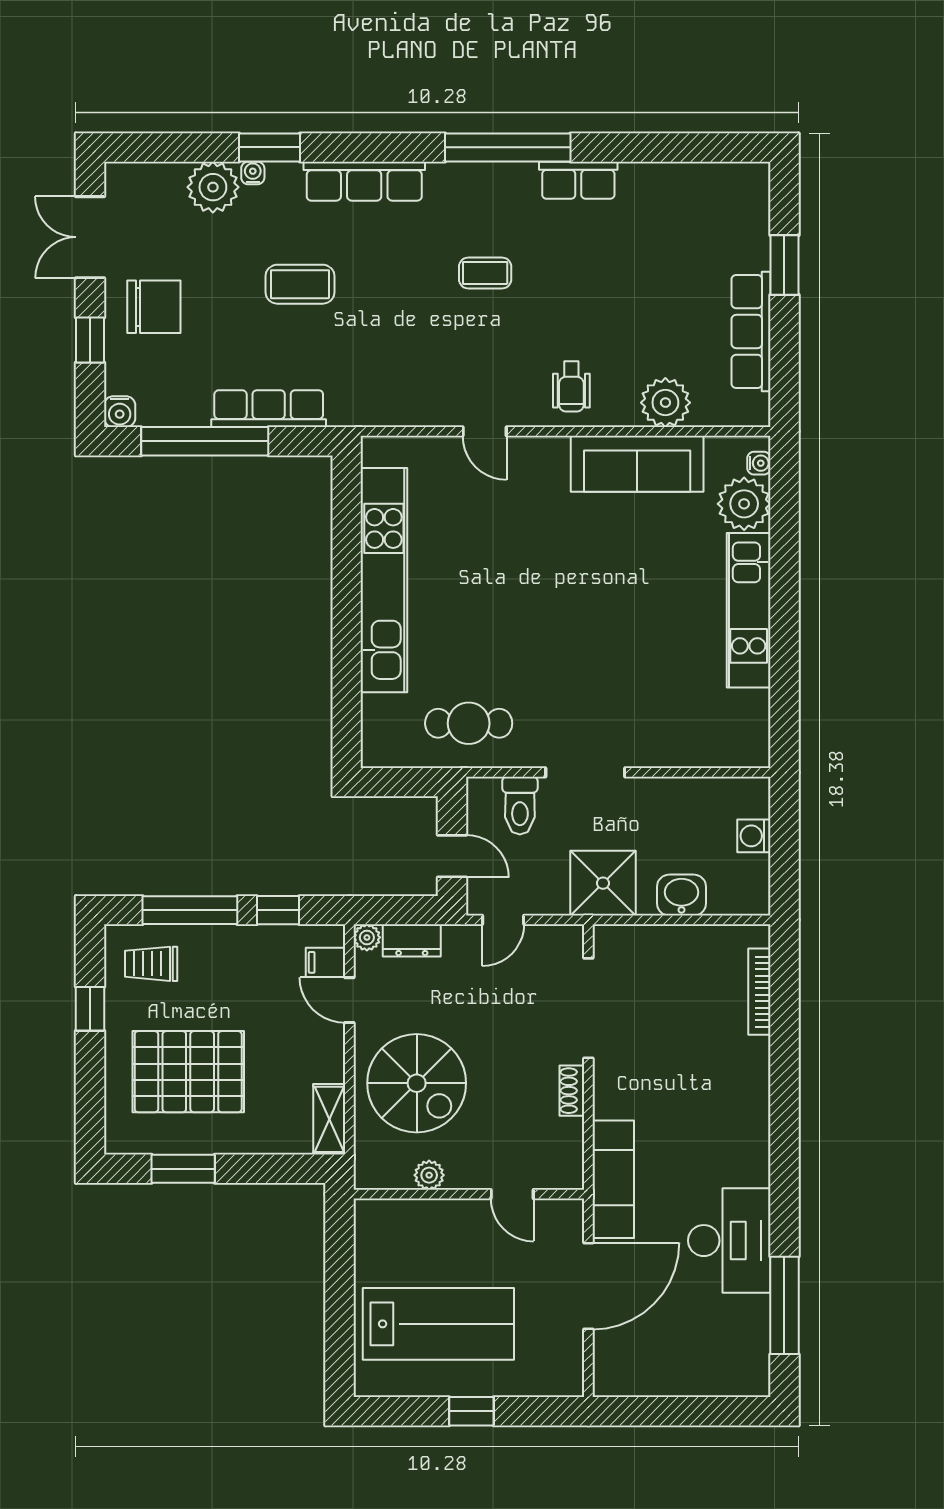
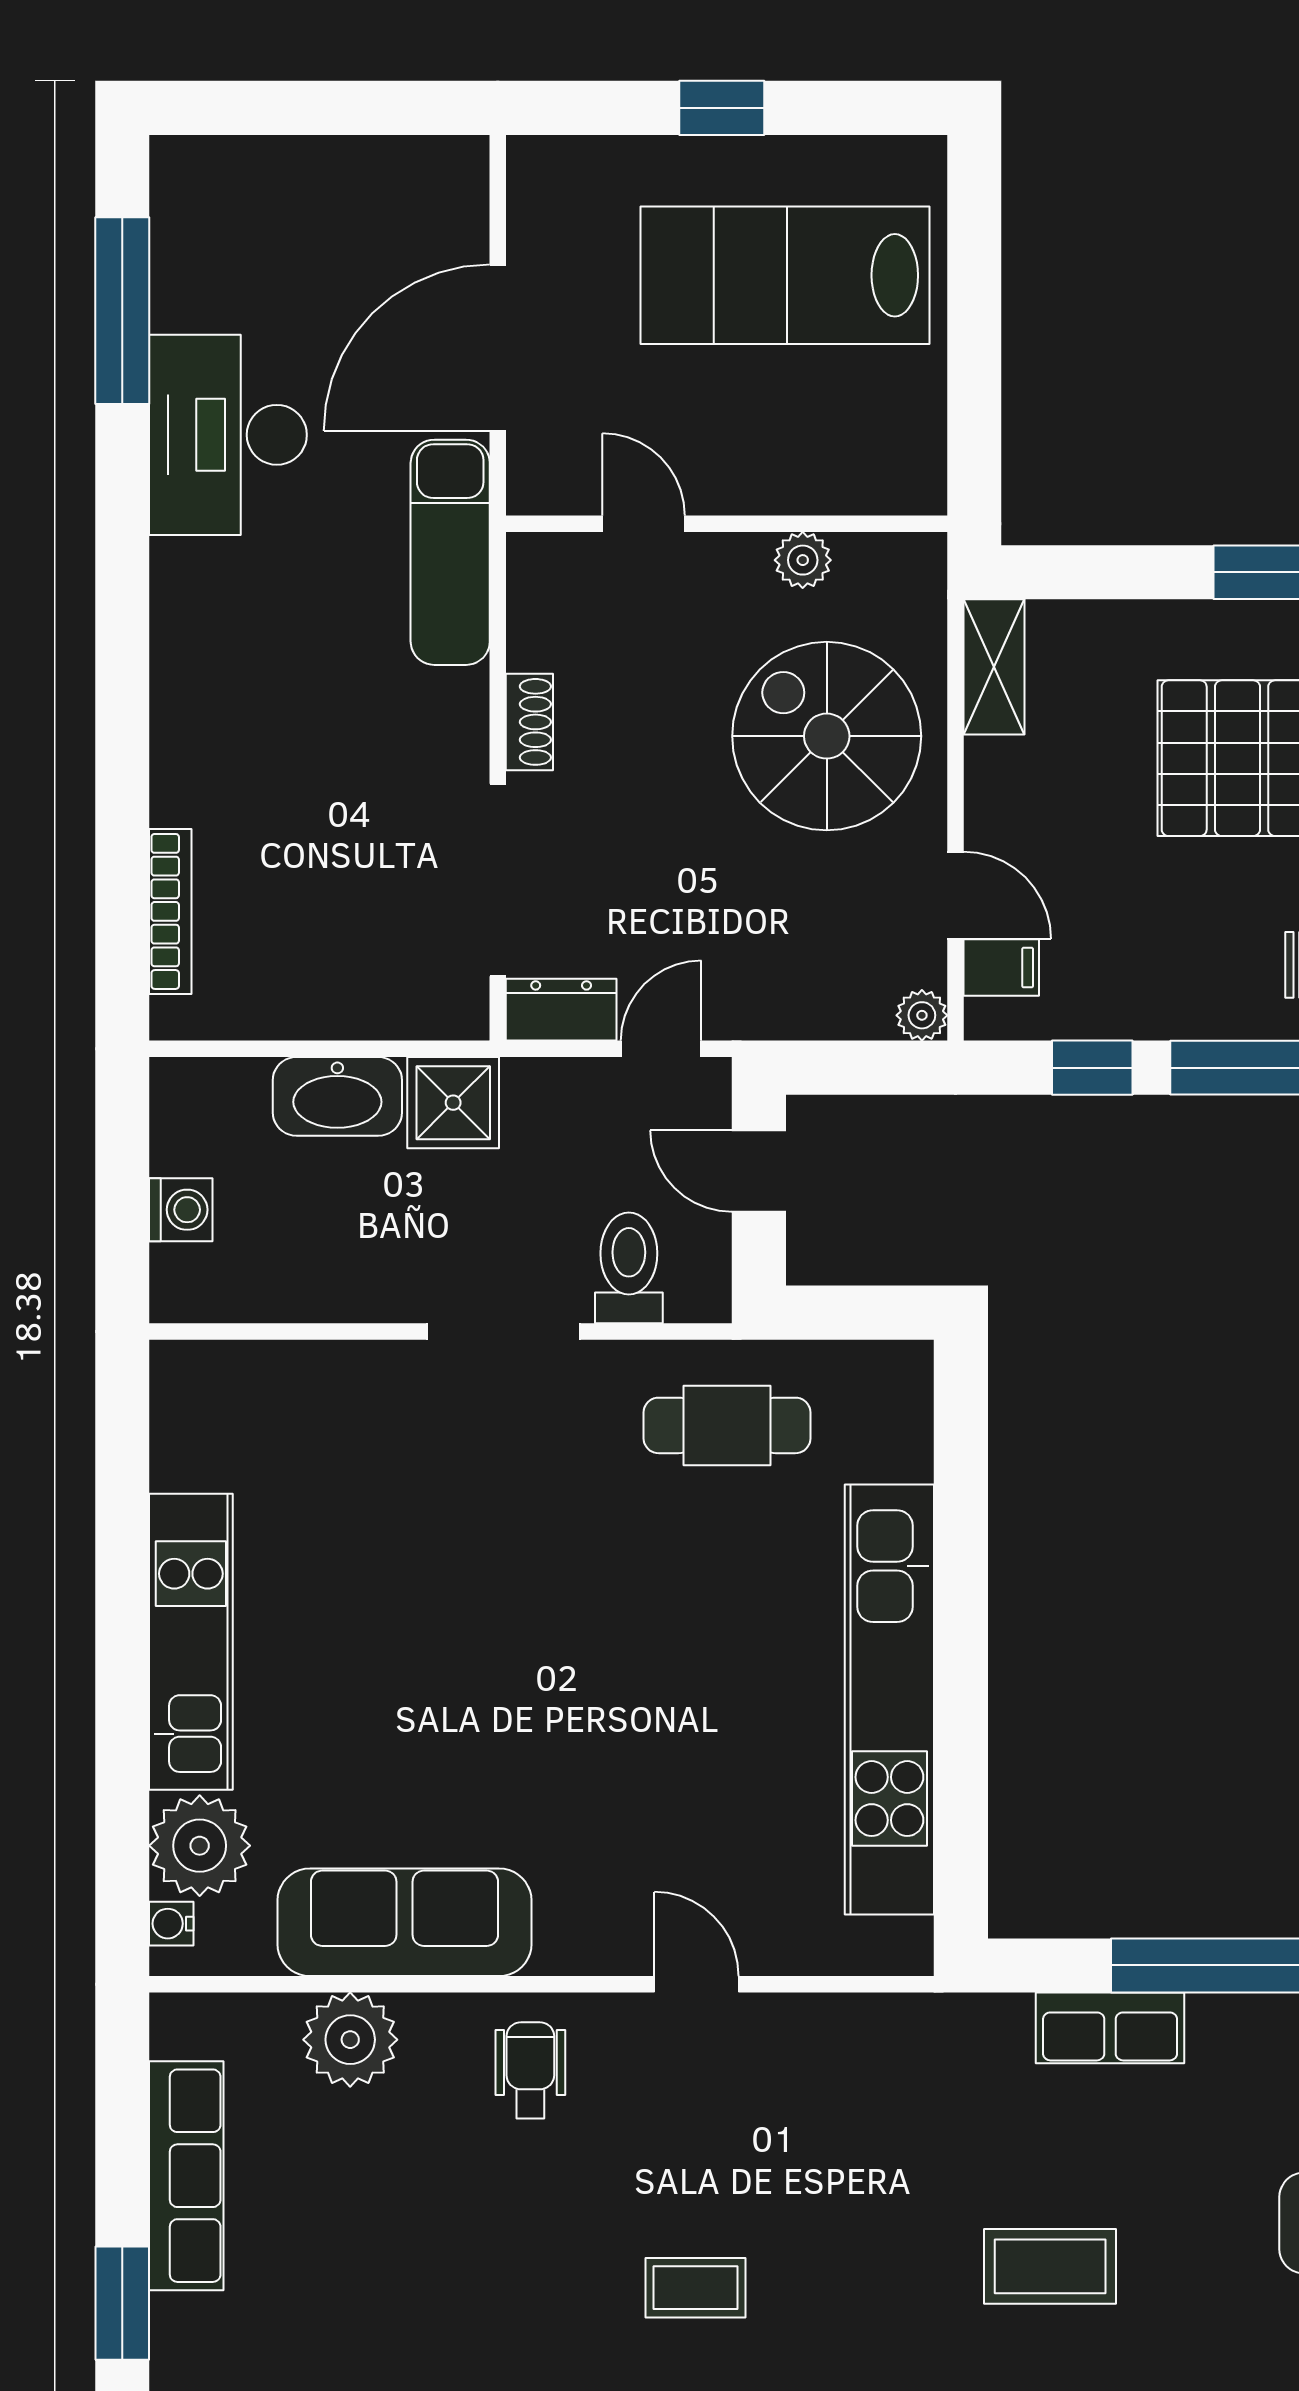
row of seats: (269, 409) -> (1110, 2028), width x0.68
shower: (603, 883) -> (453, 1103), width x0.73, depth x0.73
washbasin: (681, 895) -> (337, 1096), width x1.38
dresser: (412, 940) -> (561, 1010), moved

